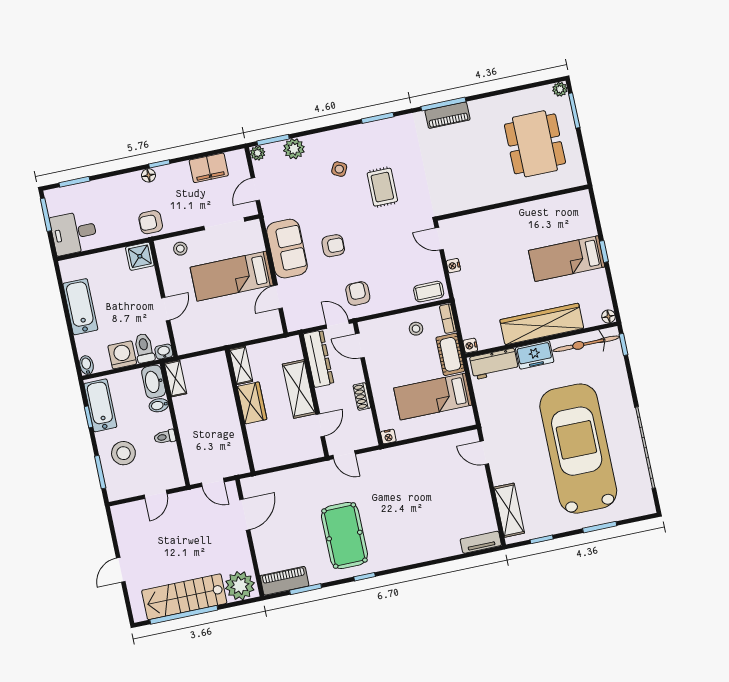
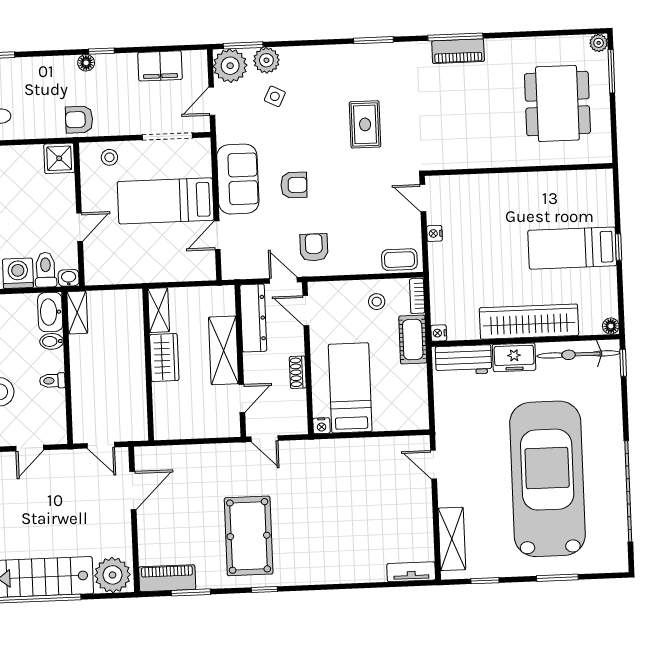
plant: (258, 153) -> (230, 66), width x1.88, depth x1.88
side table: (339, 169) -> (275, 96), moved
bed: (433, 397) -> (350, 388), moved, turned 90

